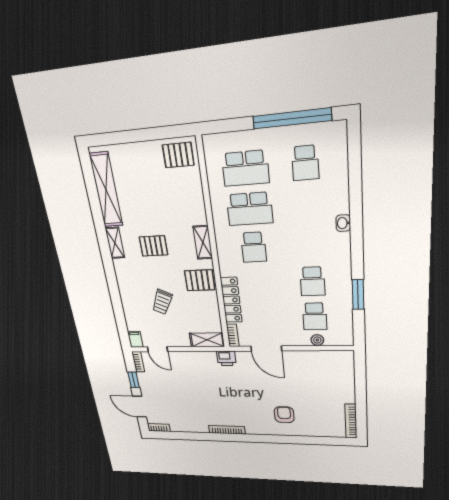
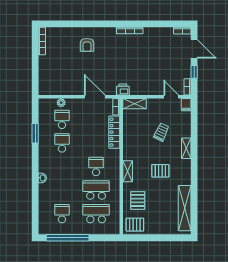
shelving: (115, 243) -> (186, 148), moved
pallet: (200, 280) -> (138, 200), moved, turned 90

